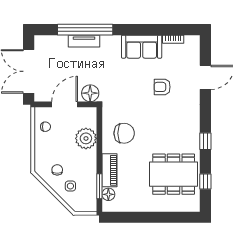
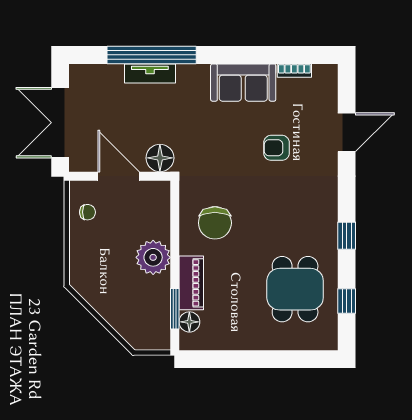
door: (65, 104) -> (119, 176), hinge flipped
chair: (124, 133) -> (215, 223), turned 90
plant: (86, 138) -> (153, 257), moved
chair: (57, 170) -> (106, 282), removed
dining table: (174, 174) -> (295, 289), width x0.73
side table: (70, 186) -> (128, 308), removed

